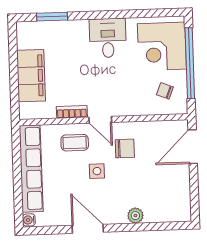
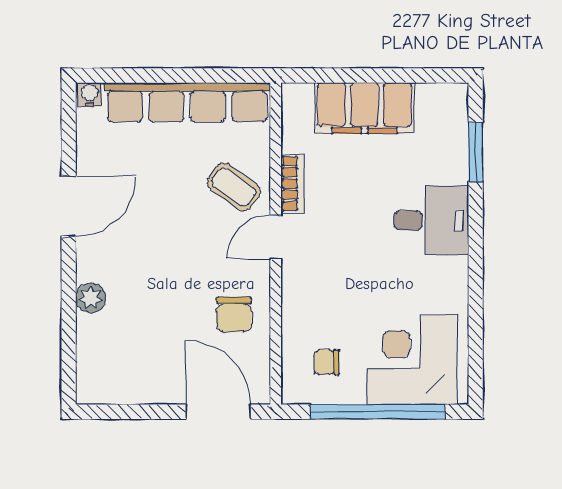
desk: (108, 38) -> (431, 220), moved
chair: (165, 91) -> (327, 362), turned -112
coffee table: (75, 143) -> (234, 187), turned -54
chair: (125, 148) -> (234, 315), moved
side table: (97, 171) -> (178, 228), removed

